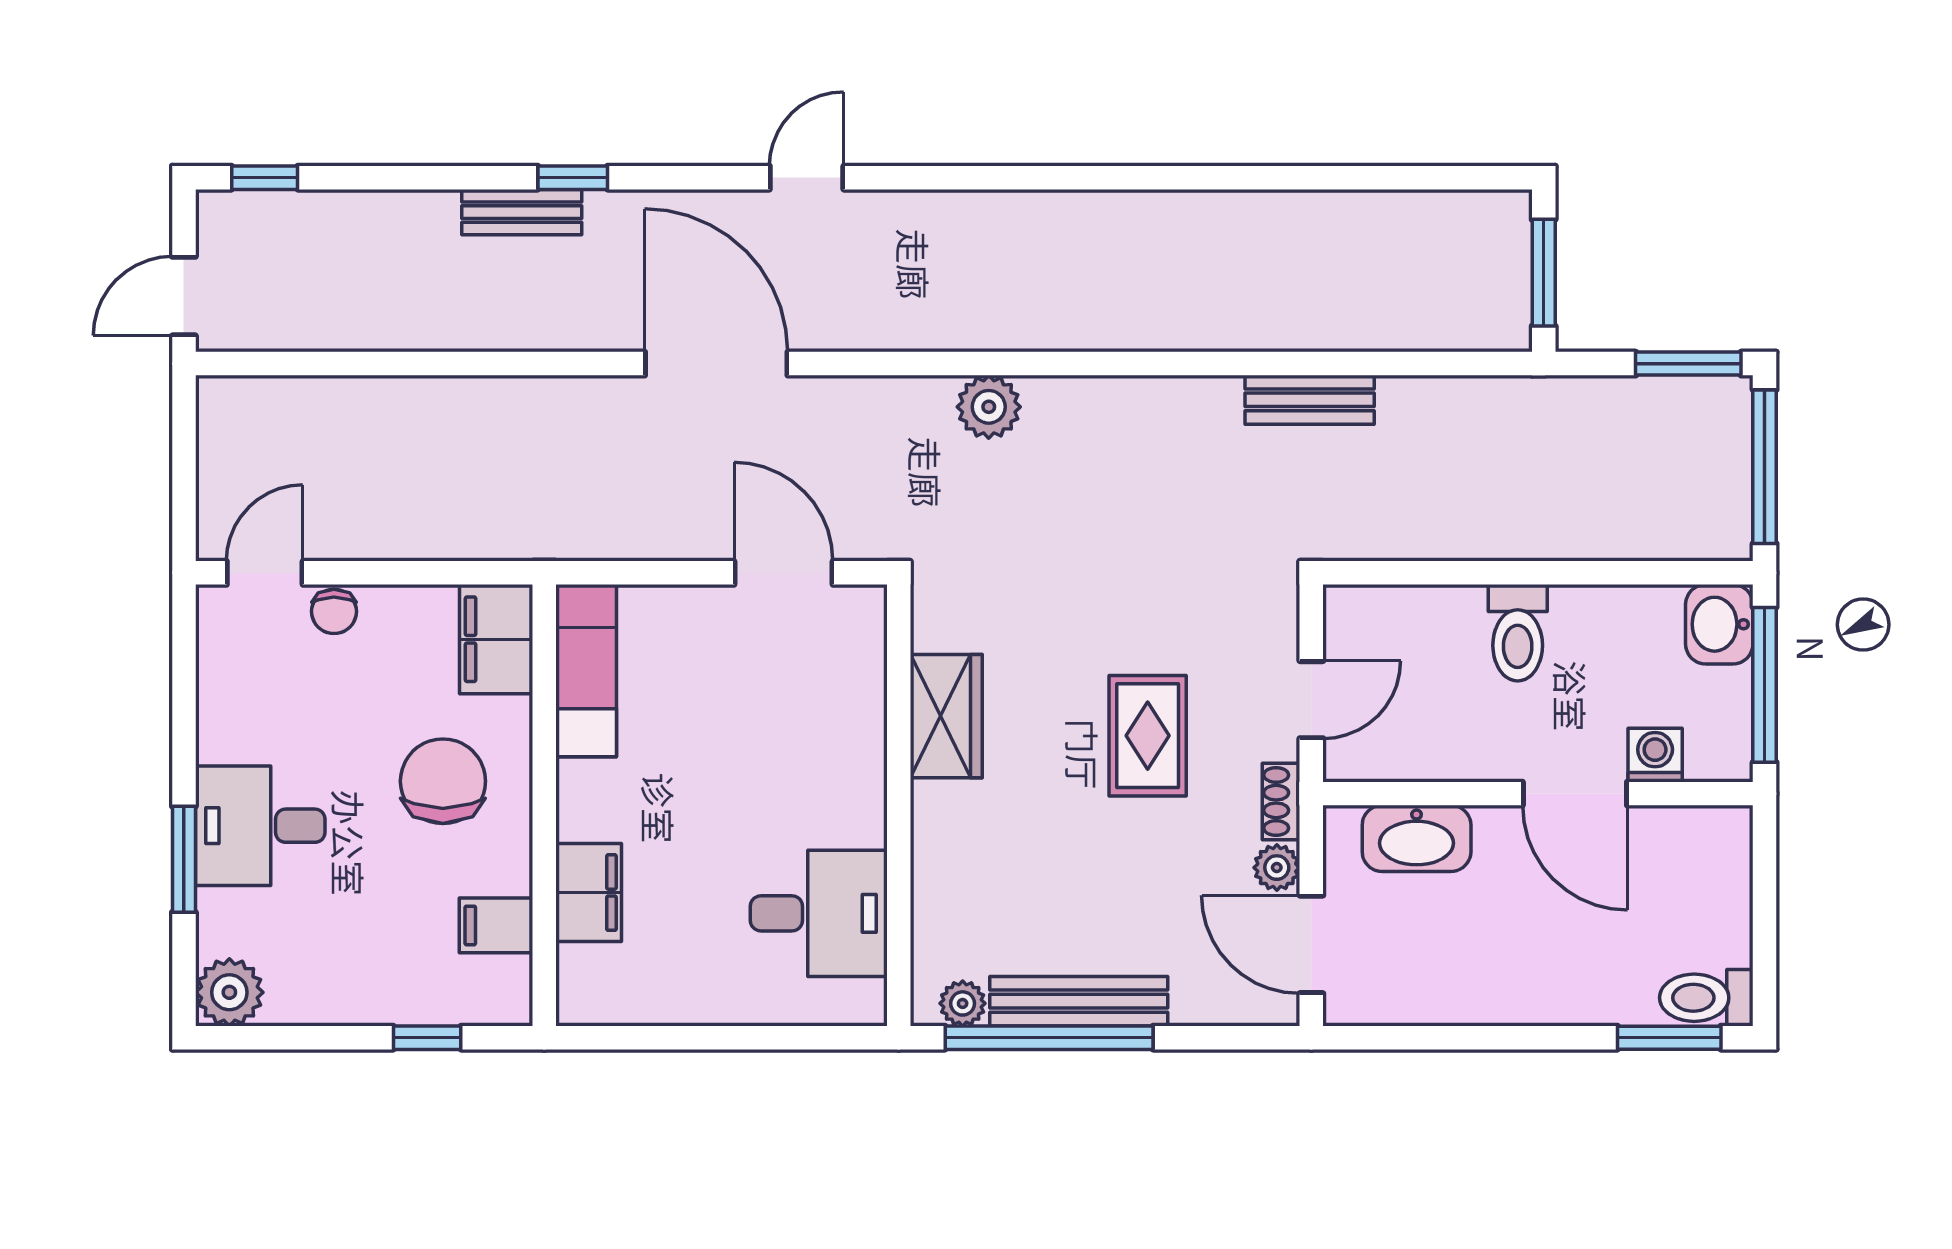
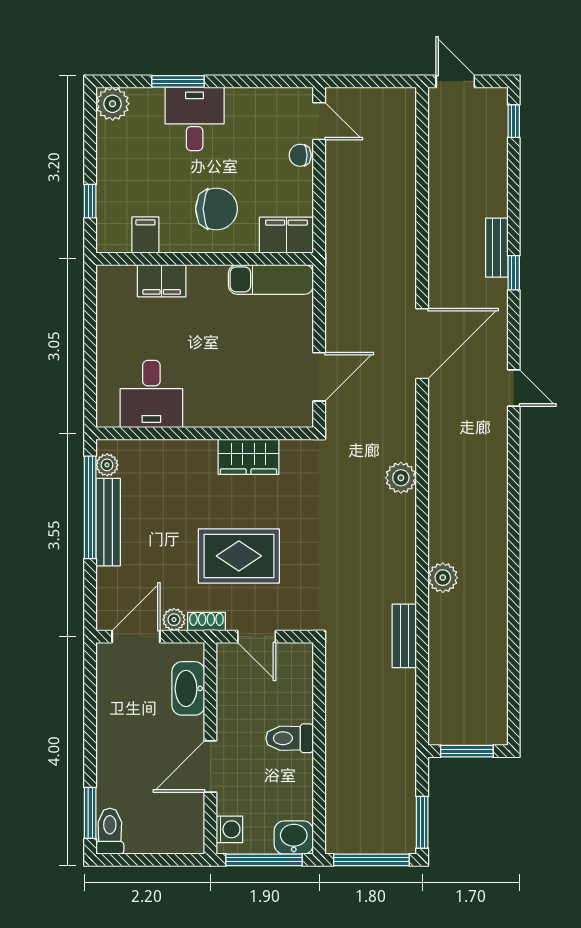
plant: (1191, 322) -> (443, 578), added
rug: (1148, 736) -> (239, 556), width x1.36, depth x1.43
washing machine: (1655, 755) -> (229, 829), moved

